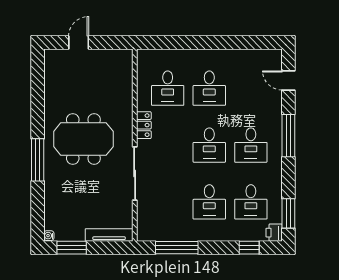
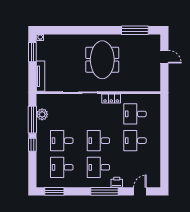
window: (38, 160) -> (135, 30), moved
plant: (168, 232) -> (42, 114), added
printer: (274, 233) -> (117, 182), moved
window: (249, 248) -> (32, 145), moved

